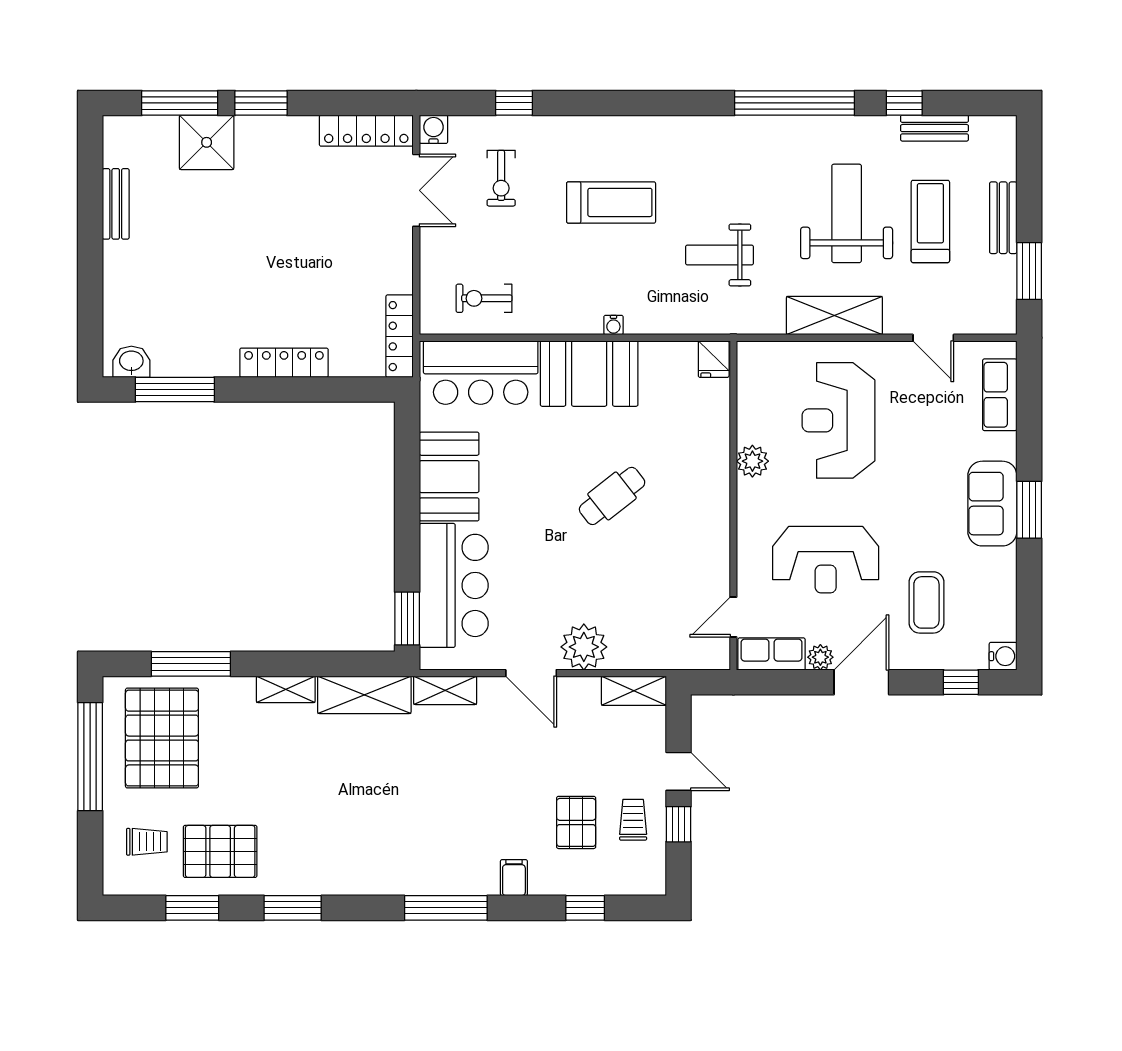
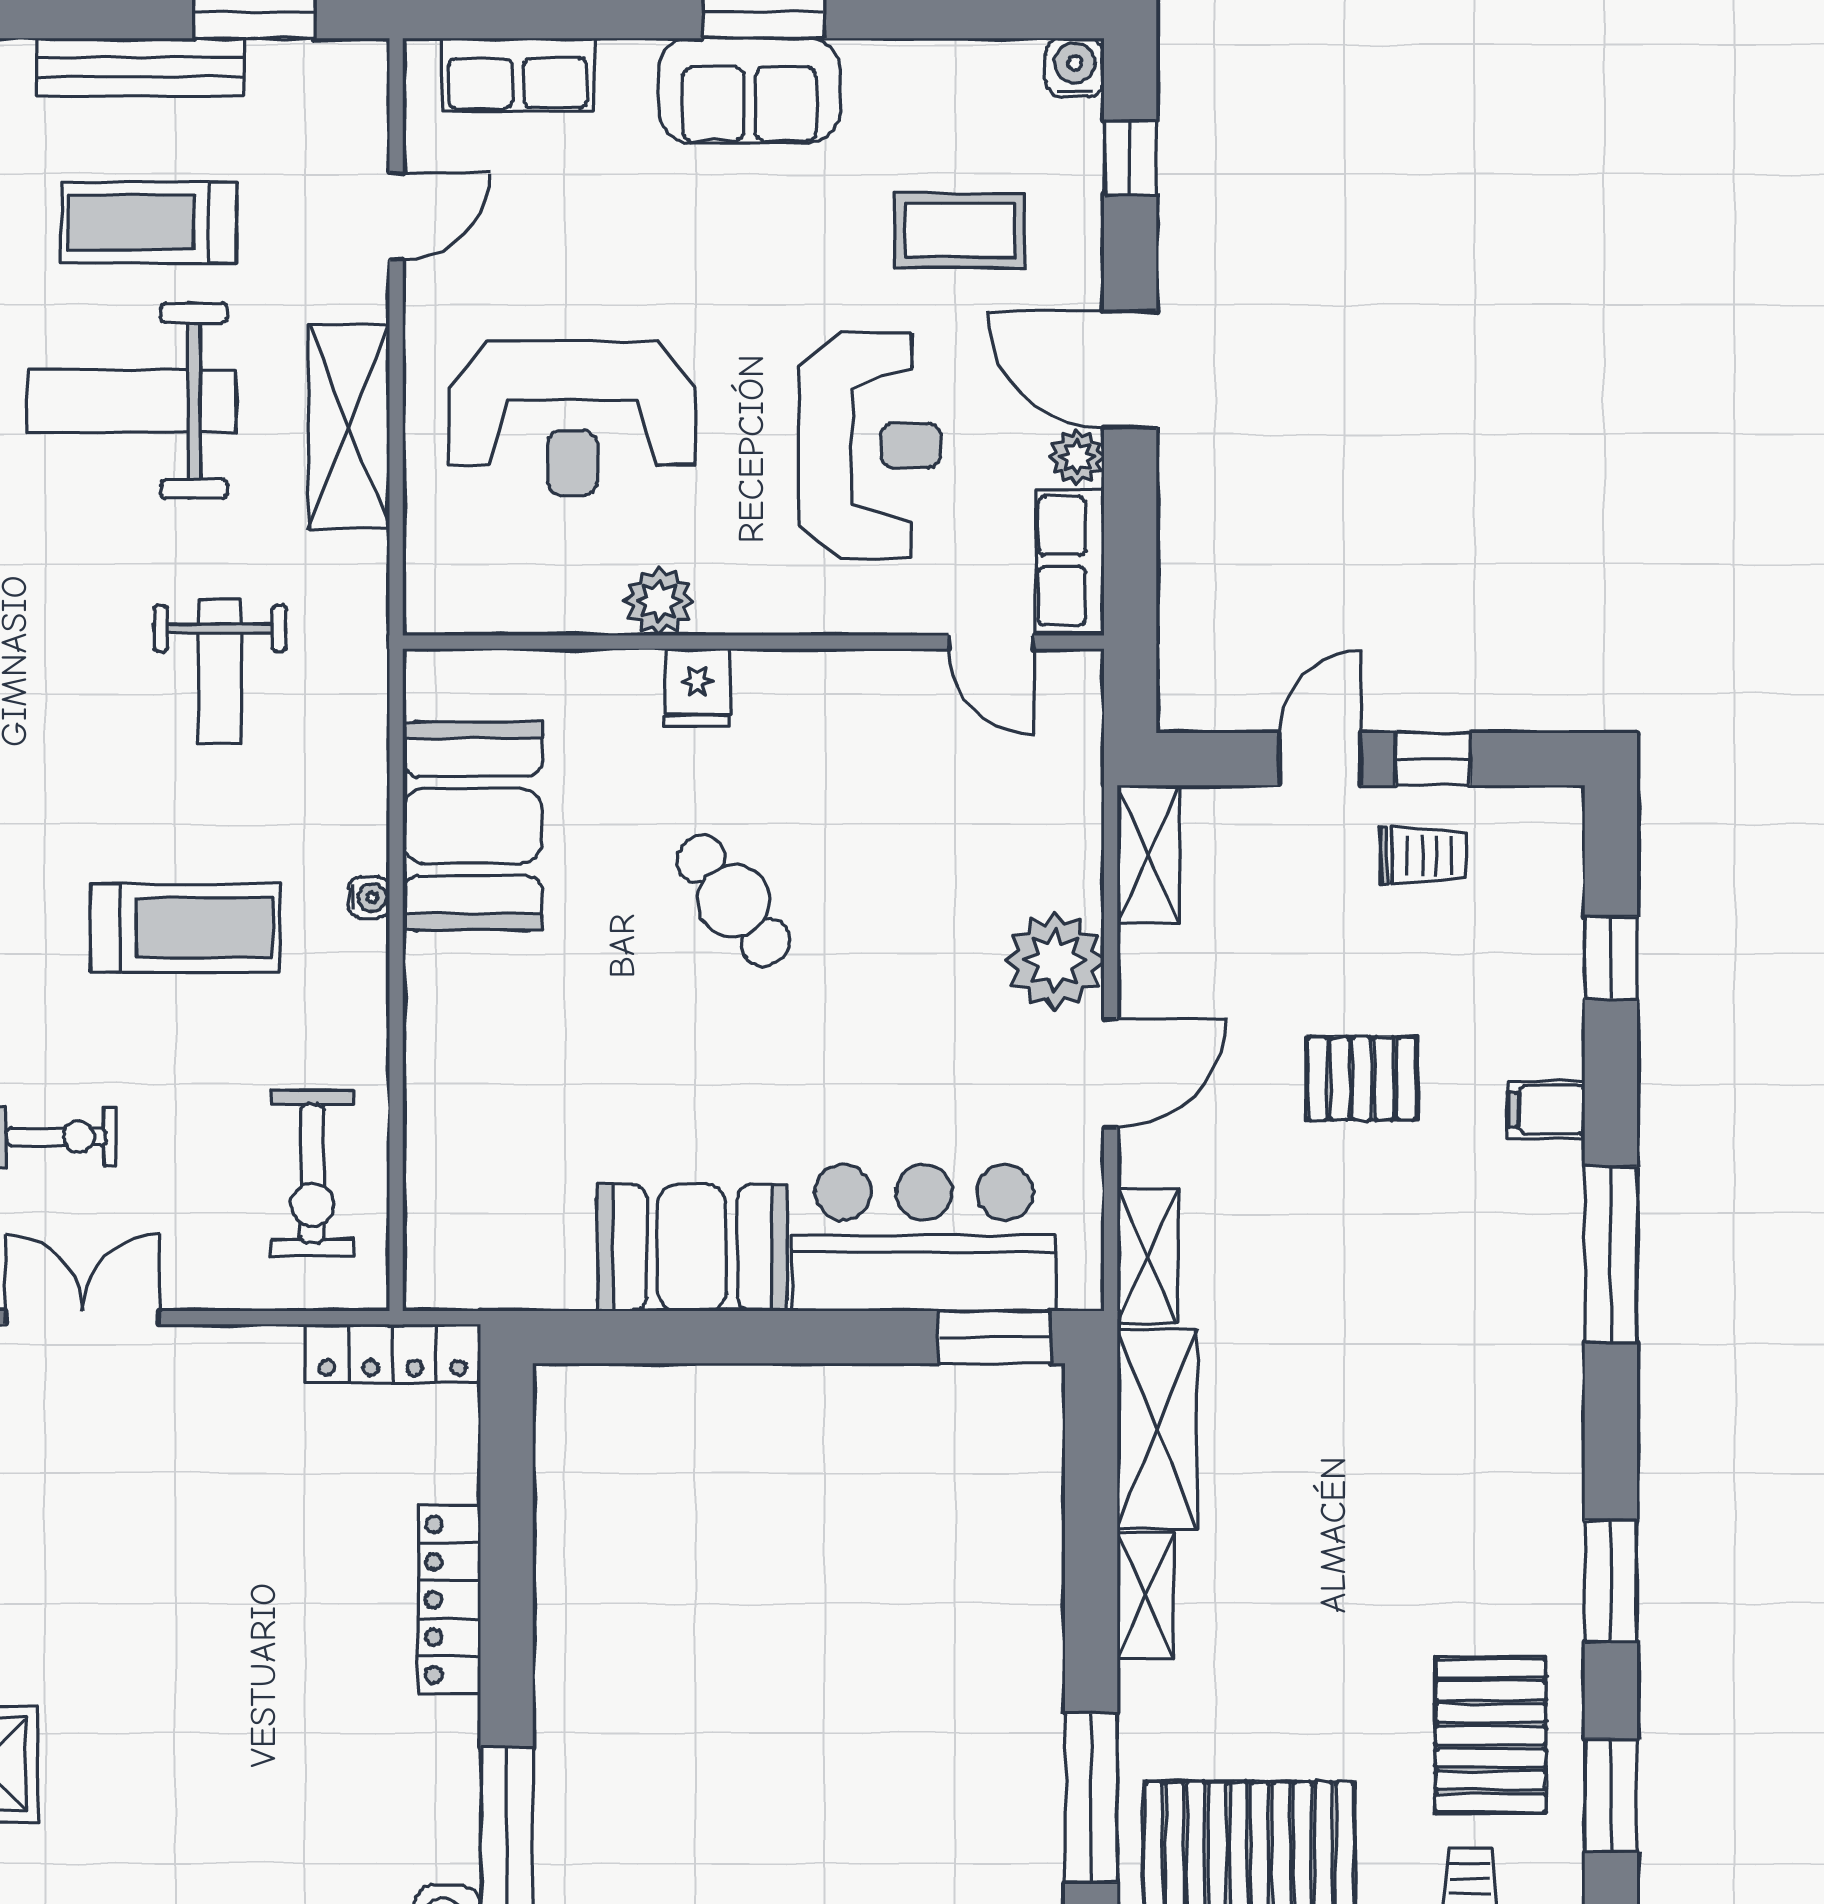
treadmill: (611, 202) -> (185, 928), moved, turned 90
bench: (1003, 218) -> (141, 67), width x1.36
exercise bike: (484, 298) -> (312, 1173), width x1.38, depth x1.39
fridge: (714, 359) -> (697, 688), moved, turned 90
bar counter: (481, 373) -> (470, 1181), removed
booth: (589, 374) -> (472, 826), moved
trolley: (633, 820) -> (1423, 856), turned 180
pallet: (576, 822) -> (1362, 1078), moved

